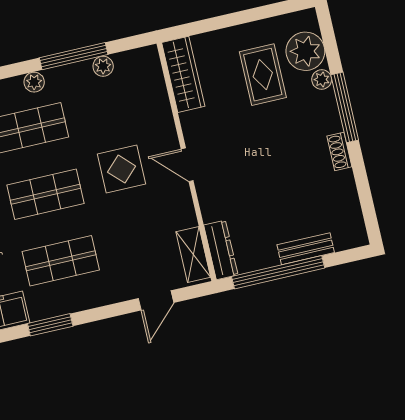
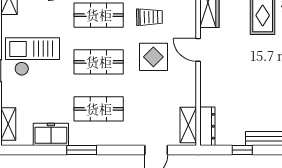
trolley: (103, 114) -> (149, 17), added
door: (187, 165) -> (198, 50), moved
window: (278, 272) -> (242, 150), width x0.32

